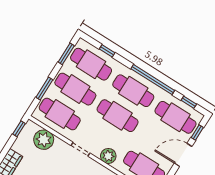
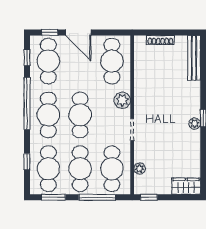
window: (44, 88) -> (97, 197), width x1.44
plant: (44, 140) -> (140, 169), width x0.53, depth x0.53

